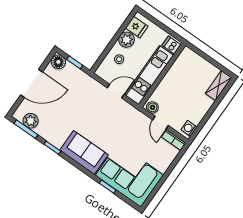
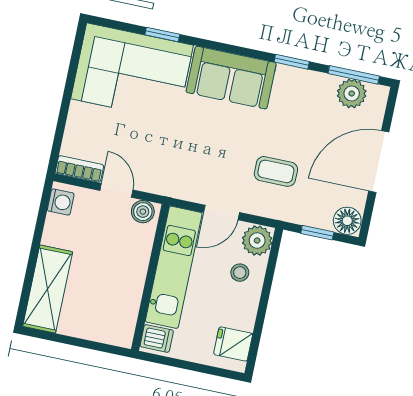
plant: (126, 40) -> (257, 241), moved
shelving: (218, 86) -> (48, 289), width x1.50, depth x1.33
coffee table: (82, 99) -> (276, 171), added

